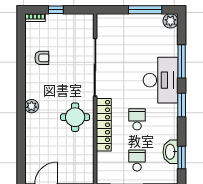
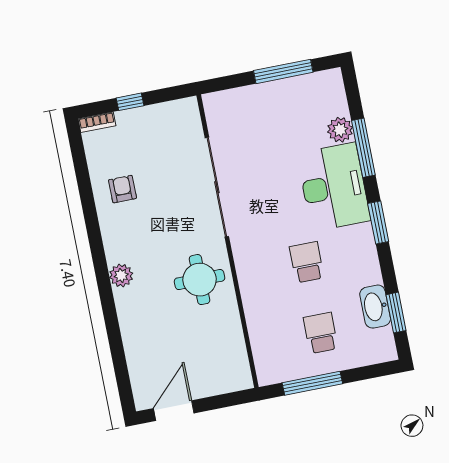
plant: (170, 21) -> (340, 130), moved
armchair: (42, 58) -> (122, 189), turned -90
locker: (104, 125) -> (251, 283), removed

